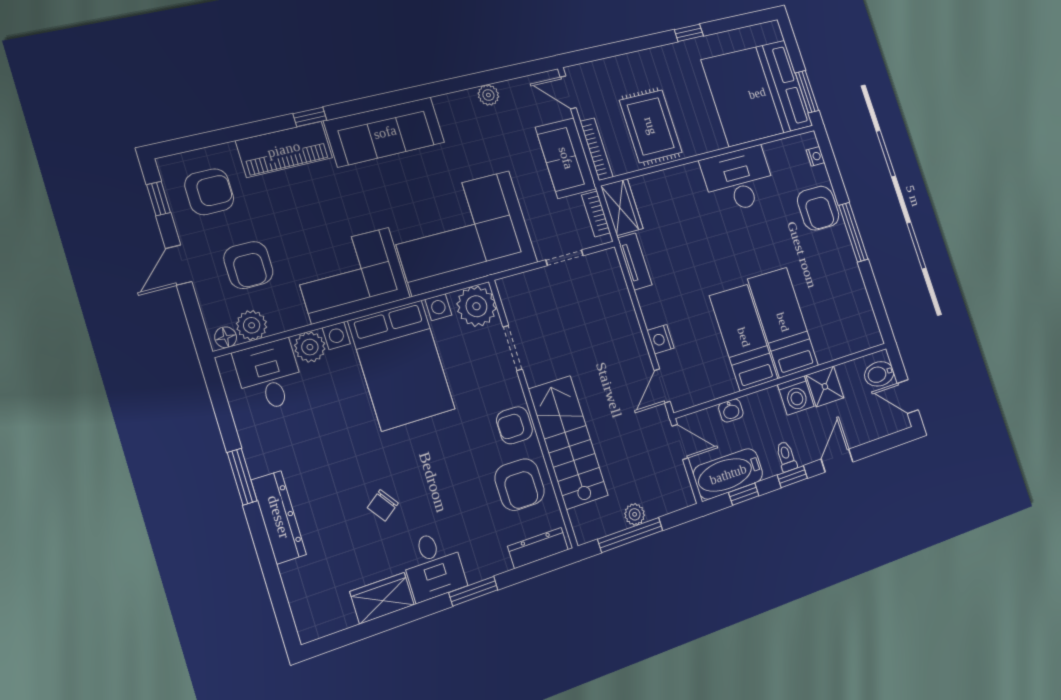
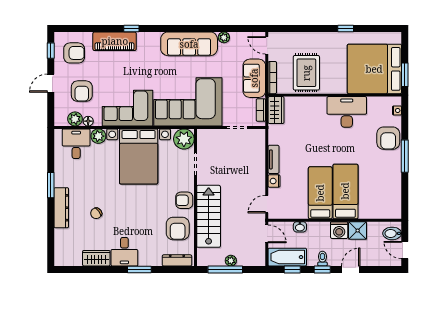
sofa: (385, 132) -> (189, 44), moved
tv unit: (635, 261) -> (274, 159), moved
floor lamp: (226, 337) -> (88, 121), moved
chair: (383, 505) -> (96, 213), moved

